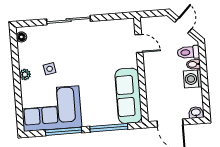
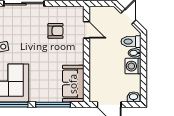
armchair: (105, 47) -> (56, 31), added
sofa: (128, 96) -> (73, 84), width x0.73

